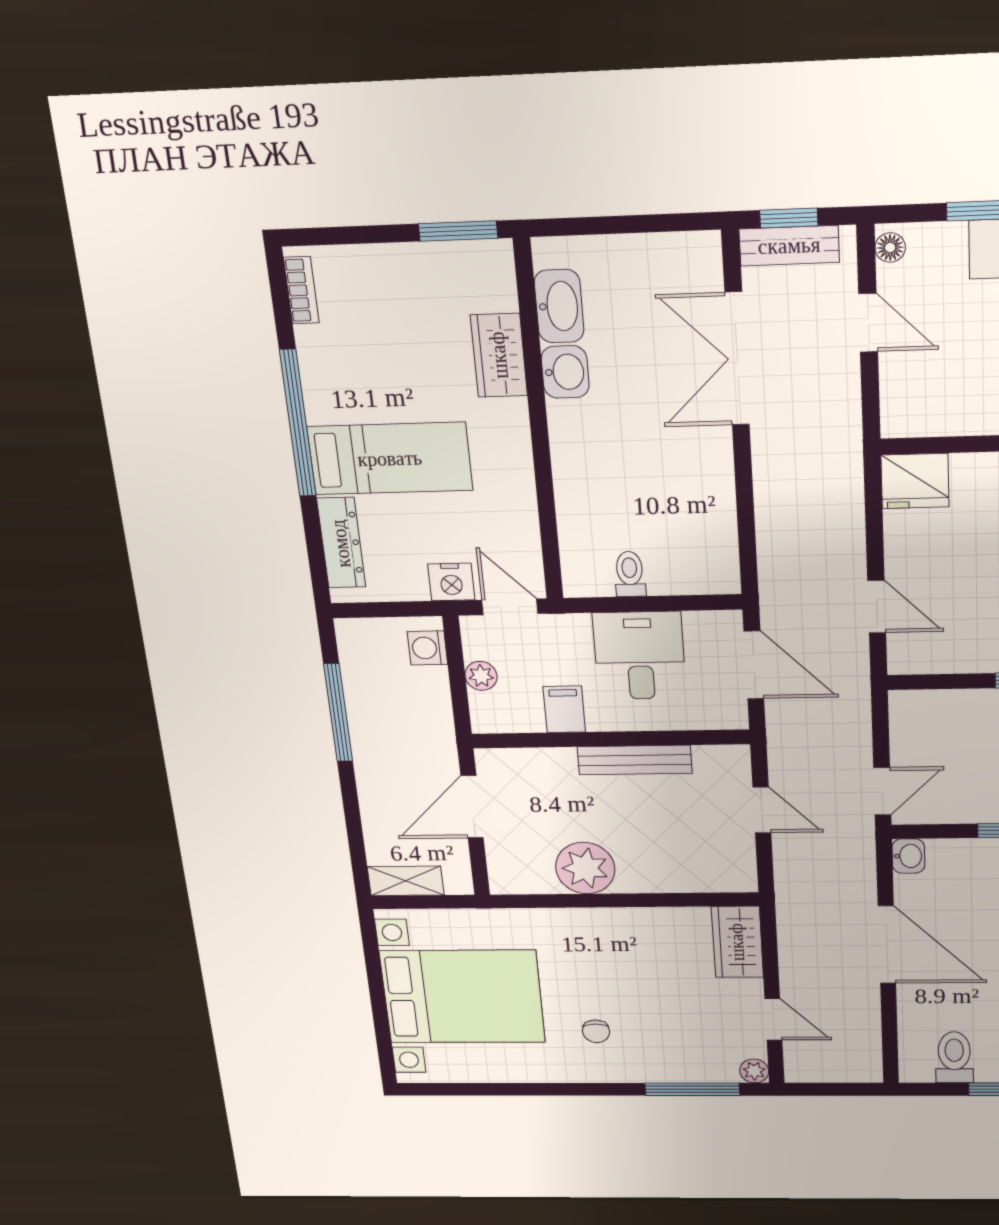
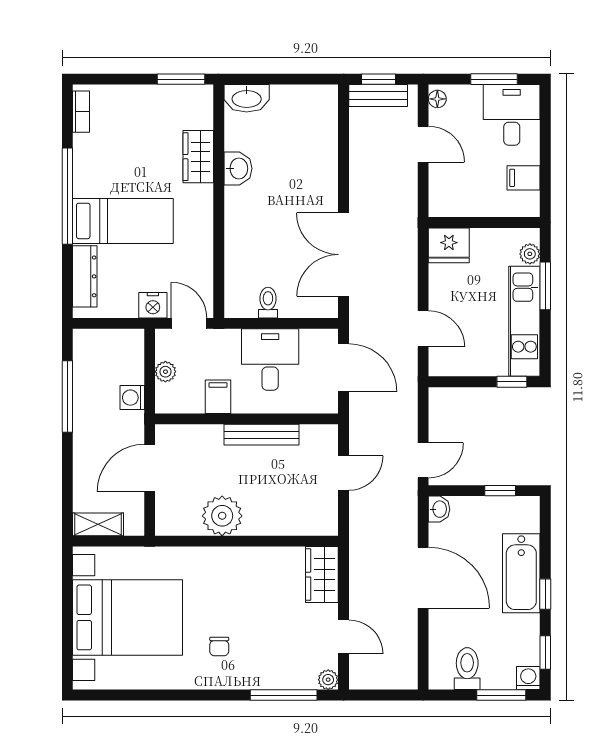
washbasin: (559, 306) -> (247, 98), moved, turned 90
double door: (737, 359) -> (343, 255), moved
washing machine: (427, 648) -> (132, 398), moved
door: (762, 810) -> (343, 473), hinge flipped

